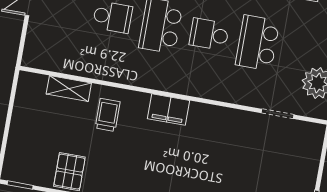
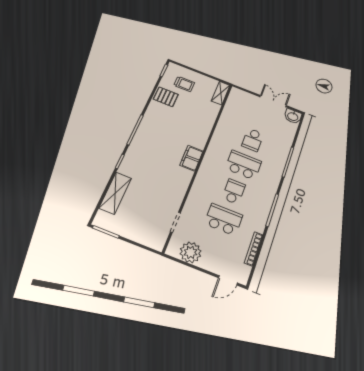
shelving: (69, 88) -> (221, 93), moved
trolley: (108, 115) -> (184, 84), moved

